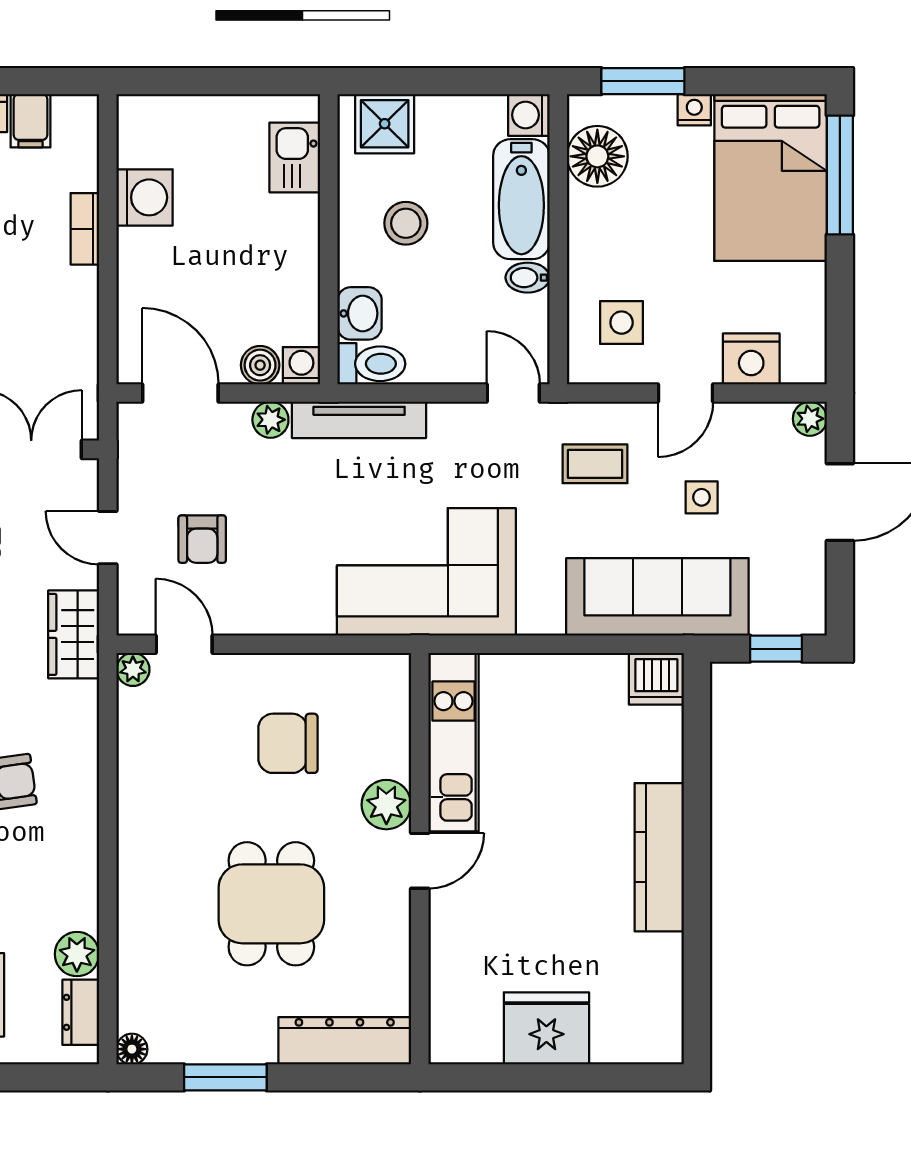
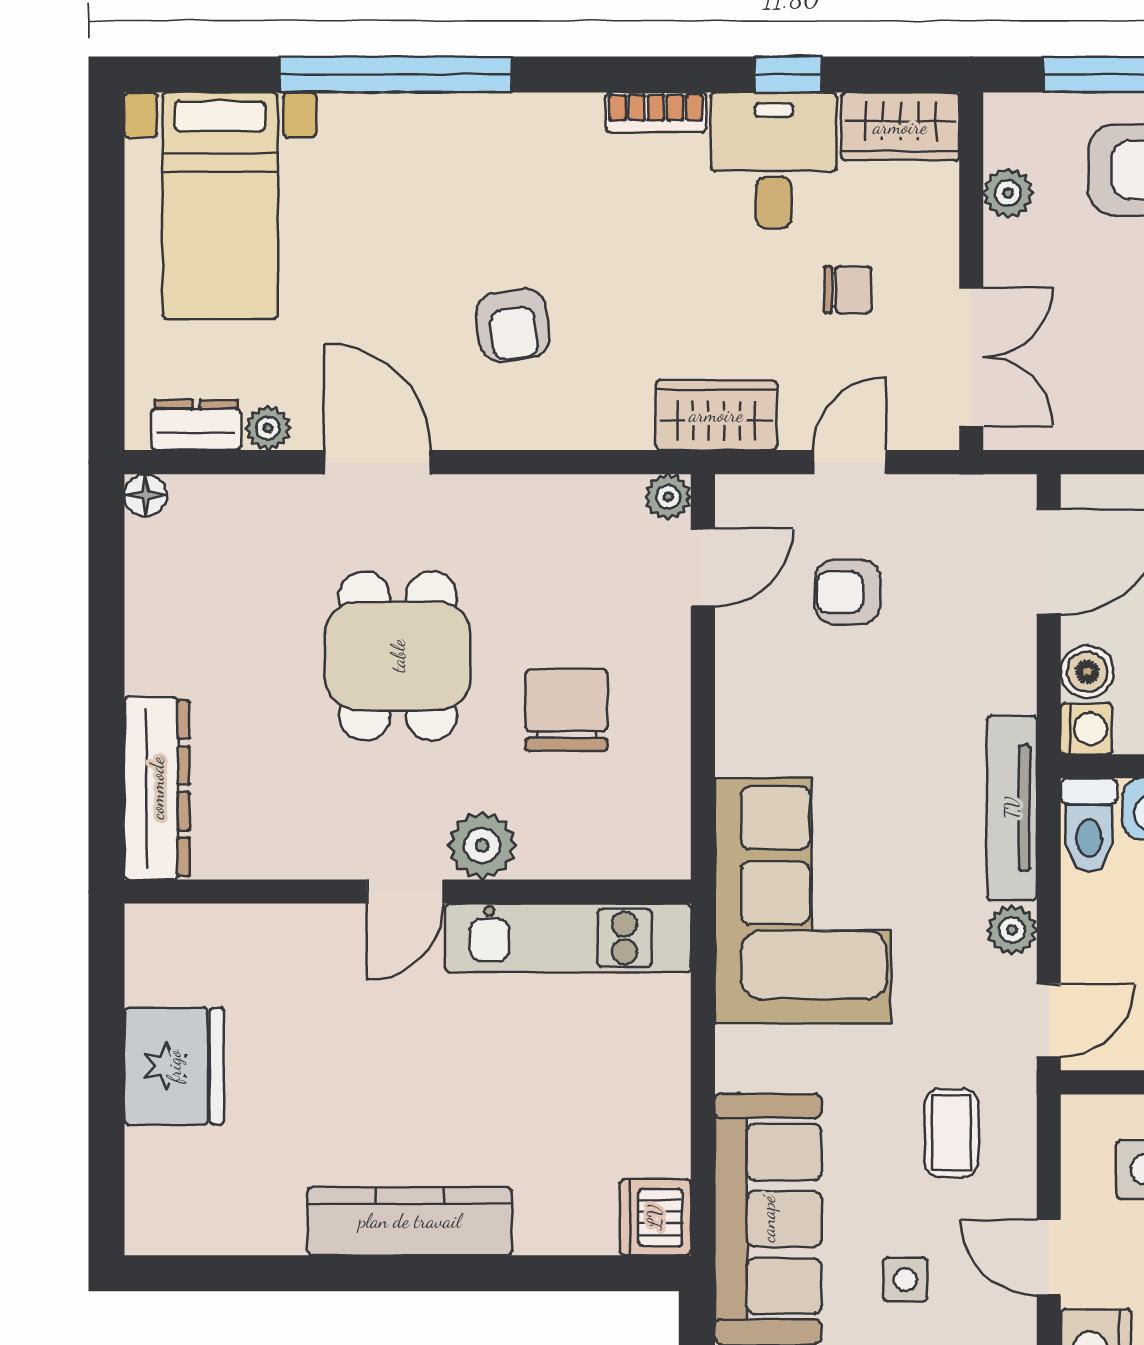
plant: (270, 420) -> (1012, 930), moved
door: (420, 861) -> (405, 892), hinge flipped
door: (108, 881) -> (378, 462), added
dining table: (271, 904) -> (398, 656), moved, turned 90
plant: (77, 954) -> (268, 428), width x0.73, depth x0.73
window: (225, 1077) -> (106, 624), removed

